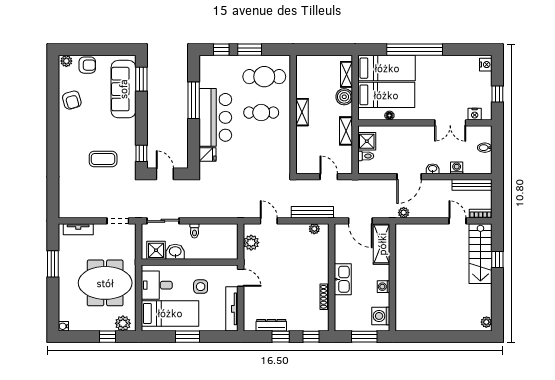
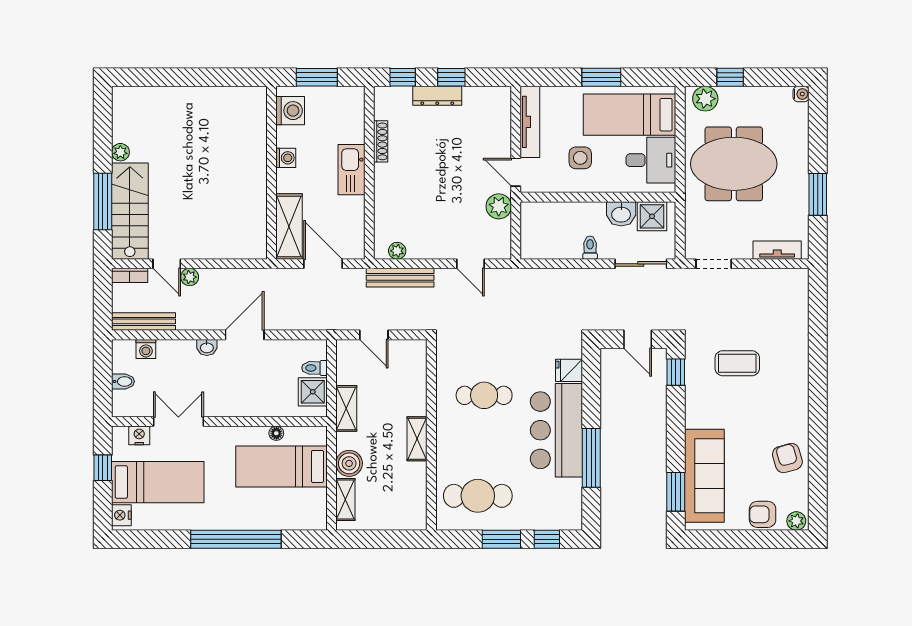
bed: (387, 68) -> (158, 482), moved, turned 180
cafe table: (261, 113) -> (484, 395), moved
washing machine: (457, 168) -> (146, 349), moved
plant: (404, 213) -> (190, 277), moved
plant: (251, 243) -> (499, 206), moved
window: (497, 259) -> (103, 202), width x2.17
plant: (486, 322) -> (120, 152), moved
dresser: (271, 325) -> (437, 96), moved

